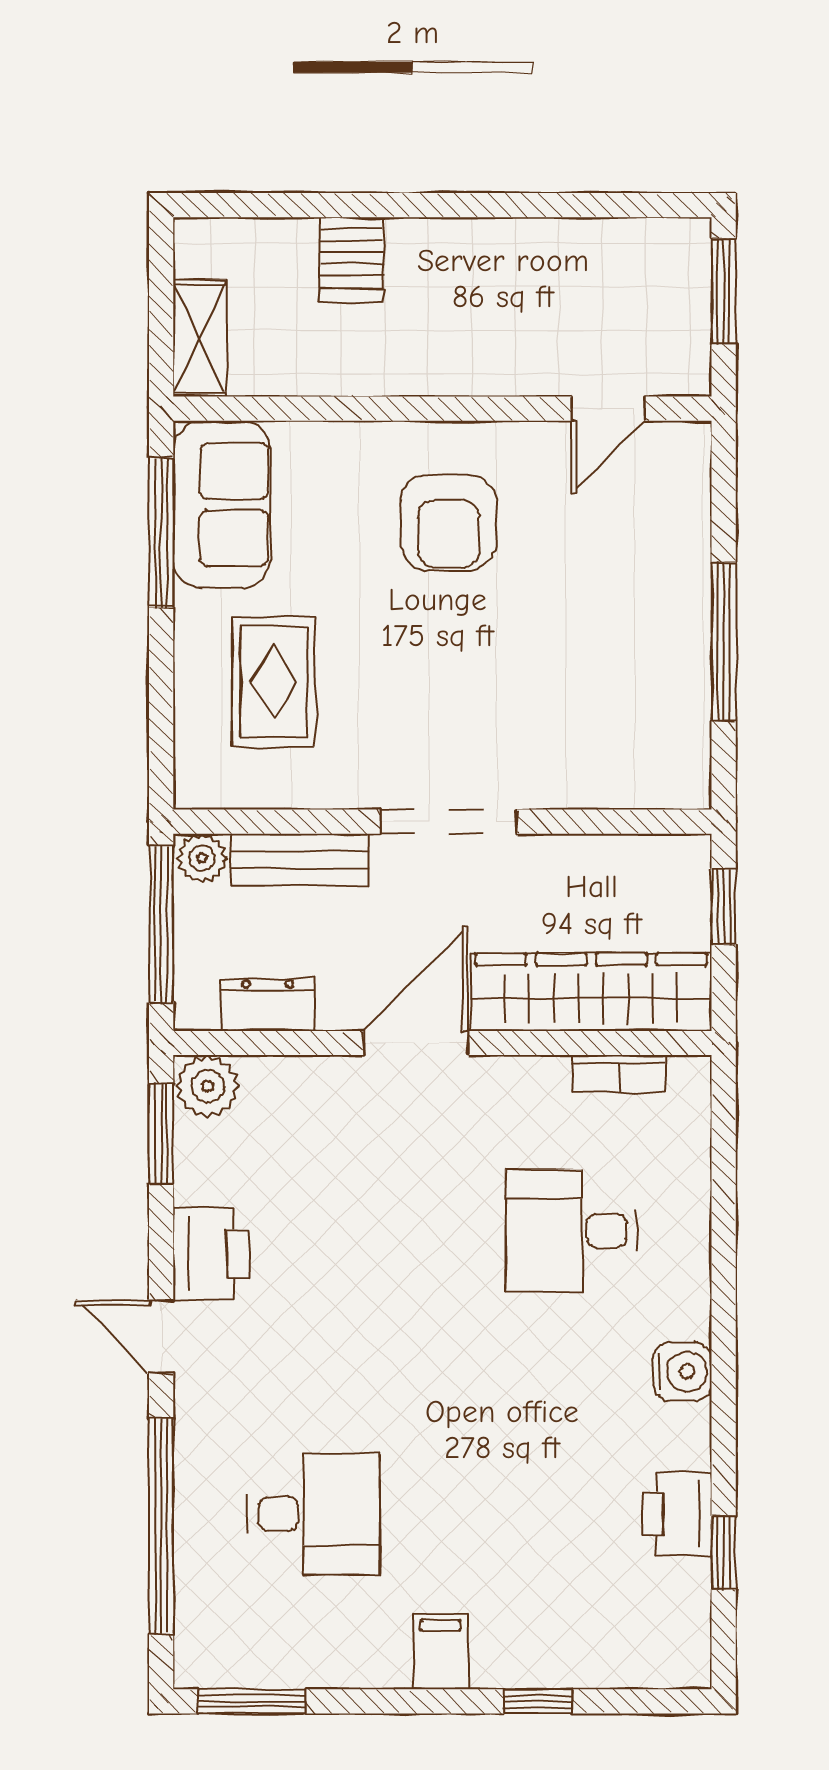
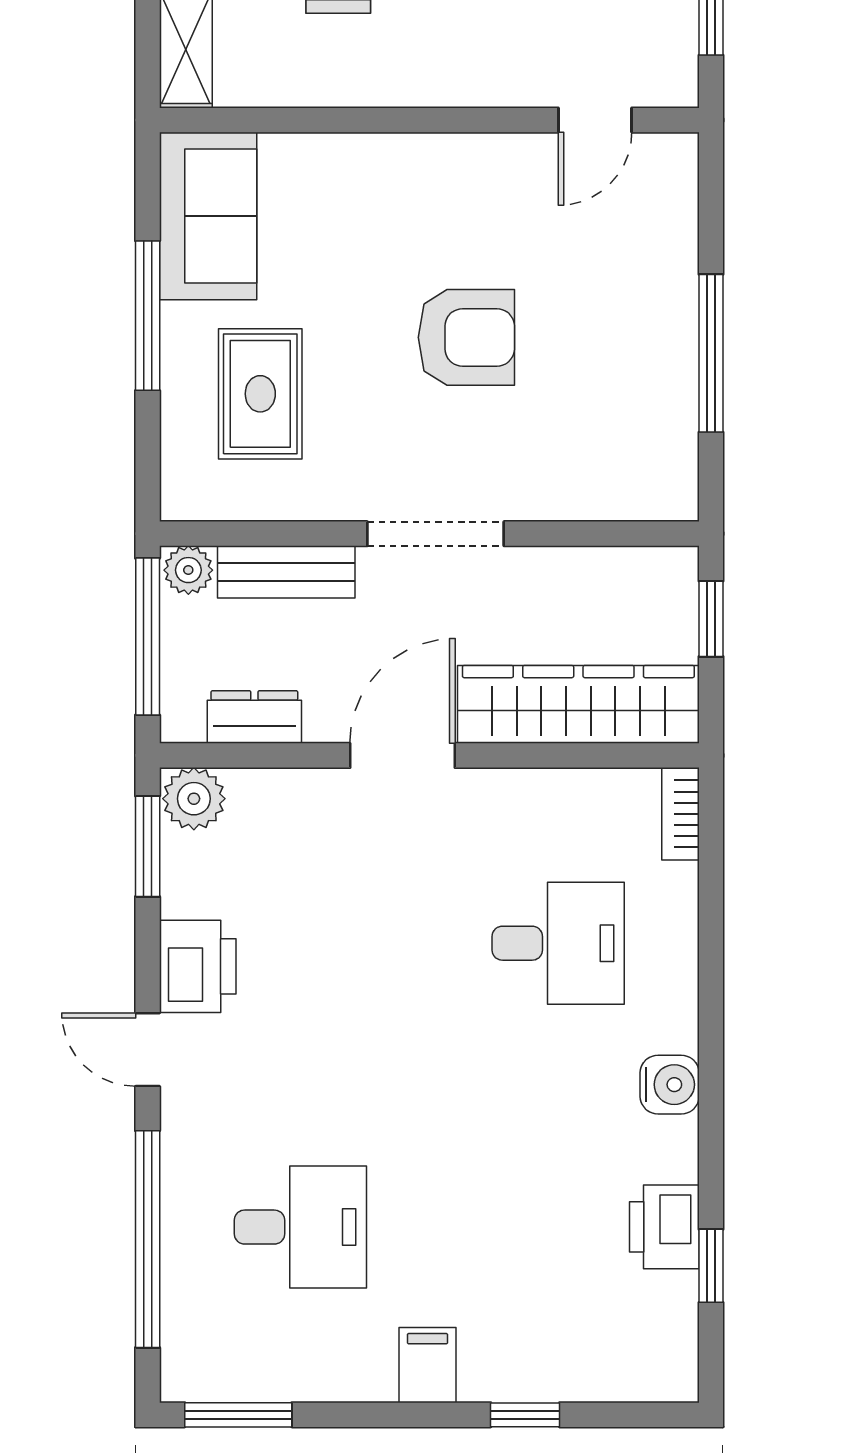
armchair: (448, 522) -> (466, 337), moved, turned -90
window: (161, 533) -> (148, 316), moved
bookcase: (619, 1073) -> (680, 814), moved, turned 90
desk: (571, 1230) -> (558, 943), turned 180

